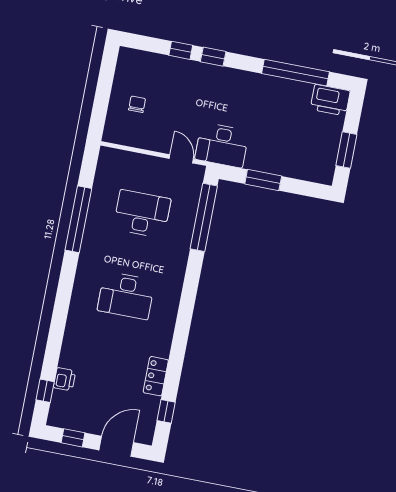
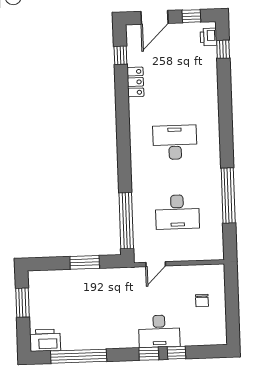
desk: (222, 145) -> (159, 331), moved, turned 180
door: (181, 159) -> (156, 264), hinge flipped
printer: (65, 379) -> (208, 37), moved

